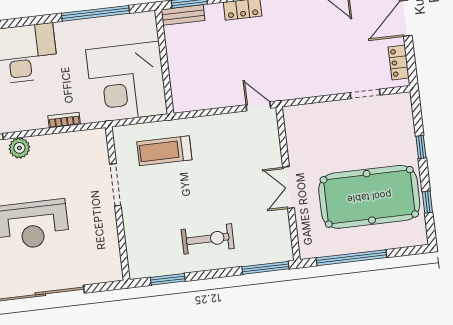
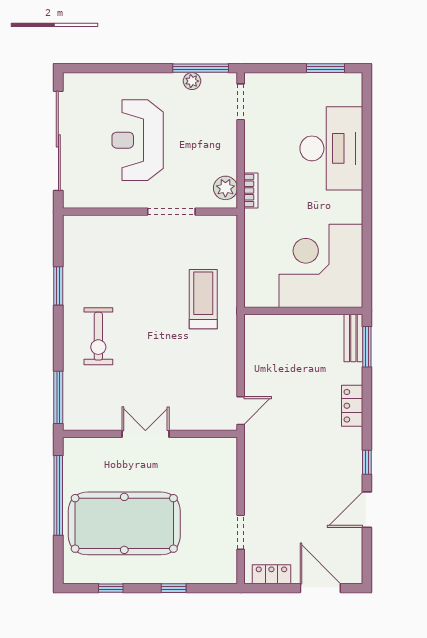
window: (95, 13) -> (367, 240), removed
corner desk: (127, 82) -> (321, 266), moved
plant: (19, 148) -> (225, 188), moved
doorway: (115, 185) -> (171, 212), moved
pool table: (369, 197) -> (124, 523), turned 90
wall: (118, 204) -> (150, 212), moved

